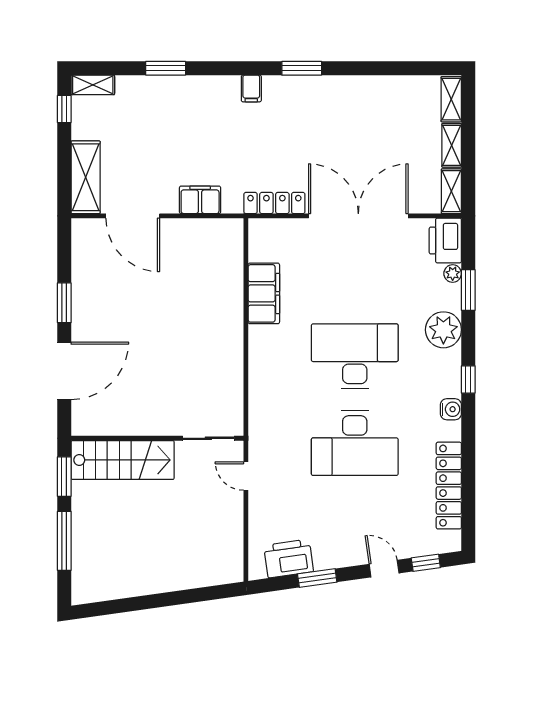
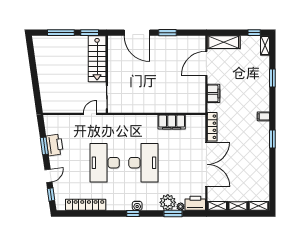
plant: (443, 330) -> (168, 202), moved
water cooler: (451, 409) -> (137, 206), moved
printer: (289, 559) -> (55, 145), moved

